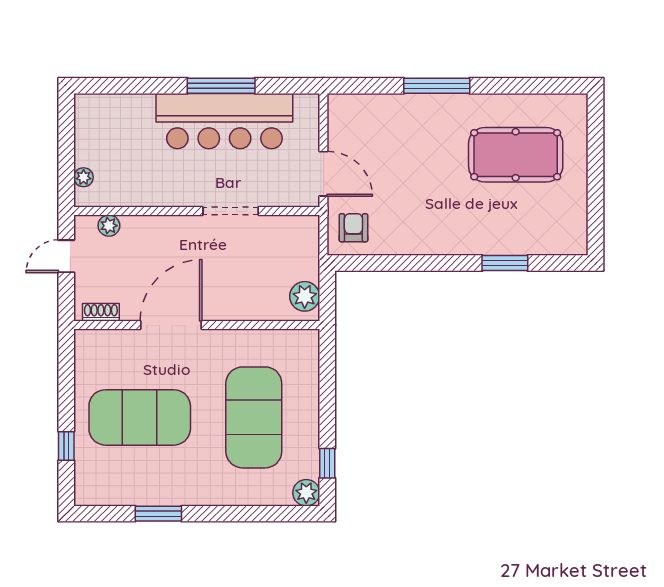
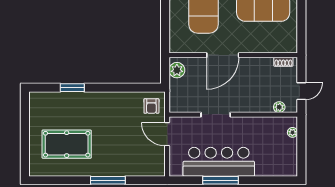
door: (171, 325) -> (223, 55), moved

